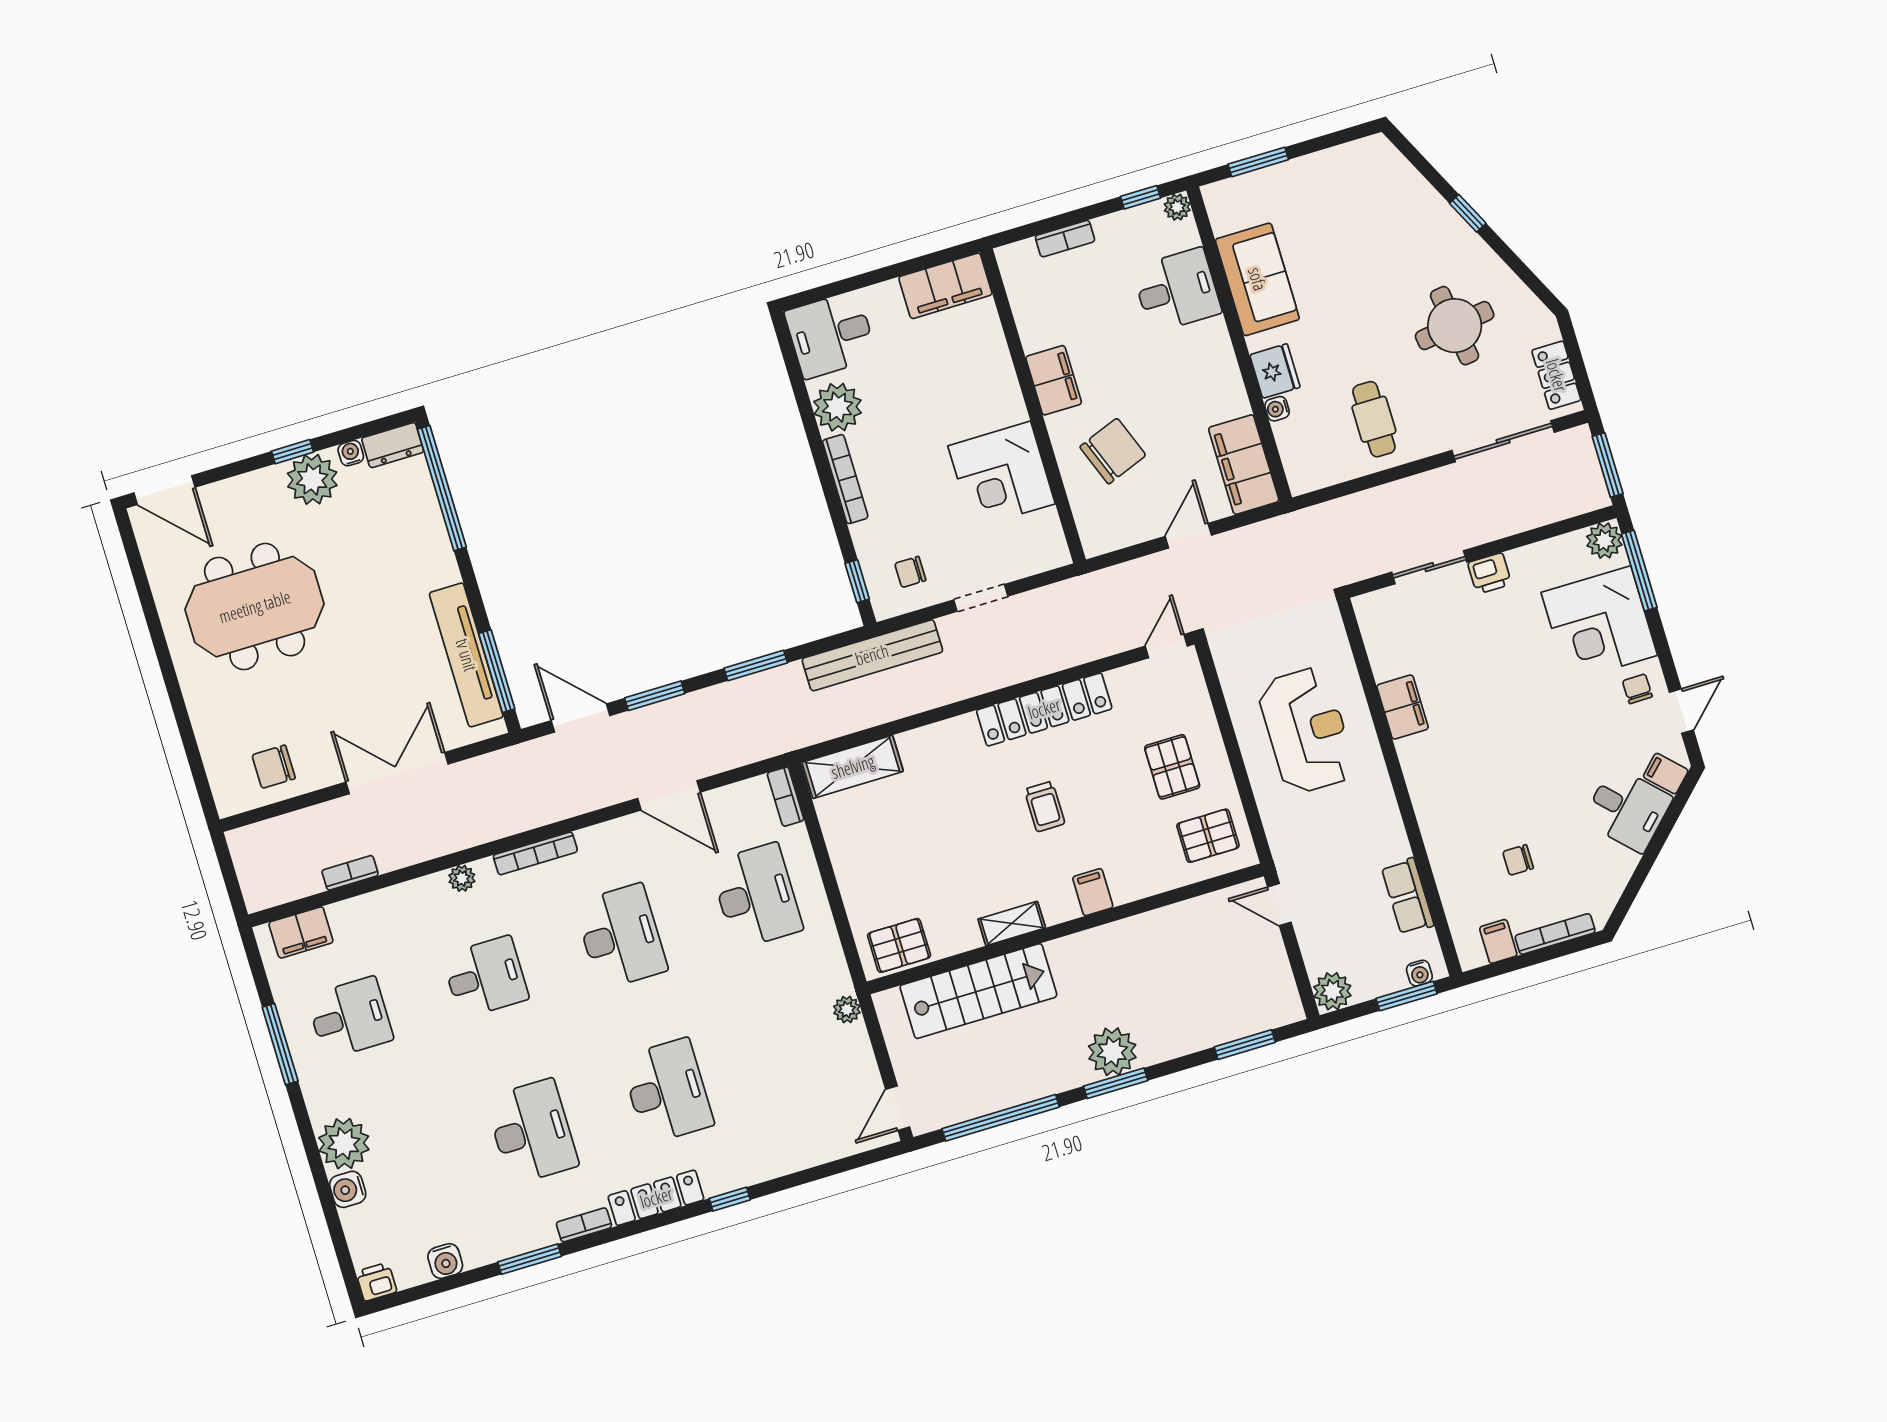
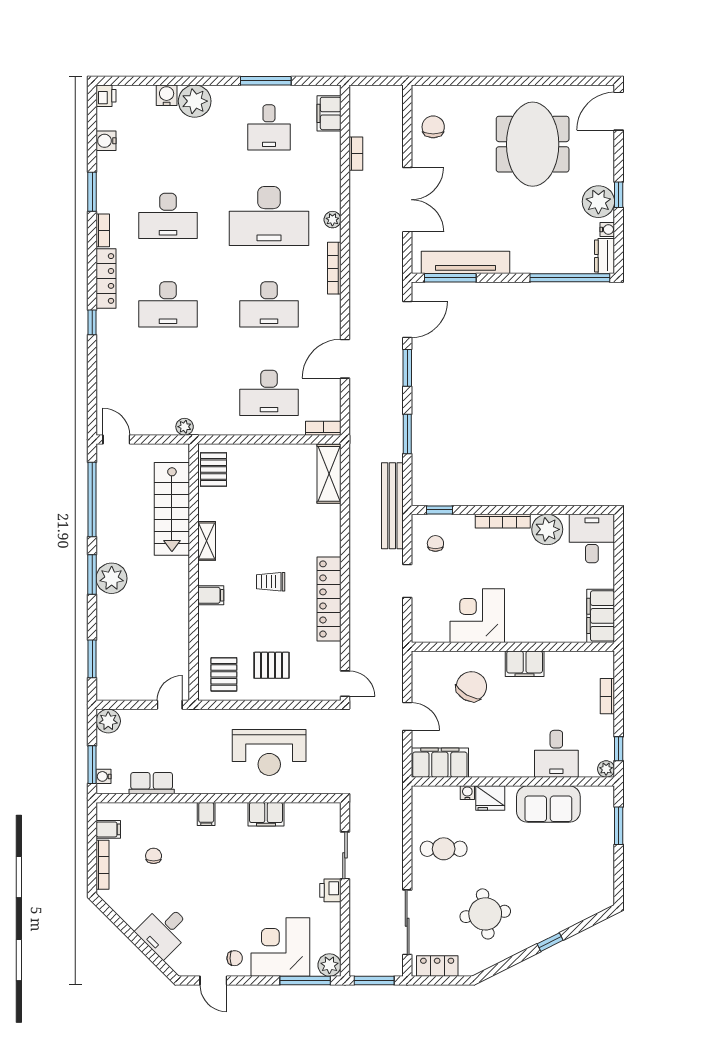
chair: (1113, 451) -> (471, 687), turned -129
filing cabinet: (1666, 774) -> (206, 814), moved, turned 135
desk: (485, 977) -> (269, 216), width x1.87, depth x1.30

